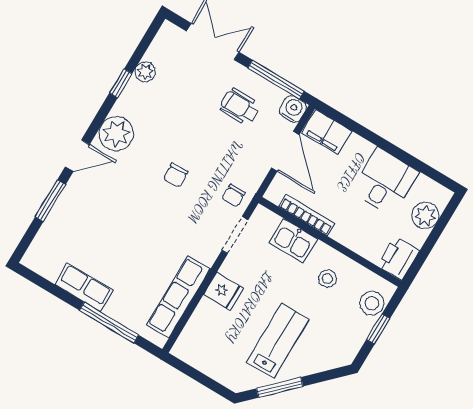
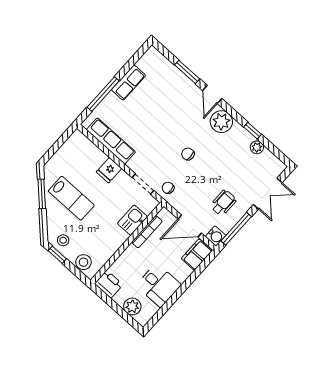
stool: (328, 279) -> (63, 240), moved
window: (378, 329) -> (57, 255), moved

